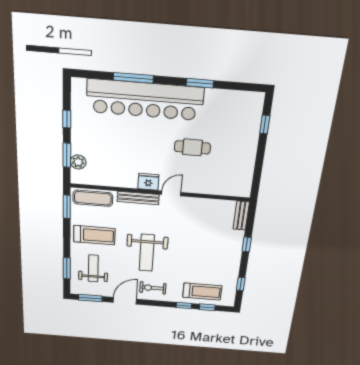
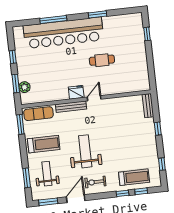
weight bench: (147, 253) -> (85, 151), turned 180

